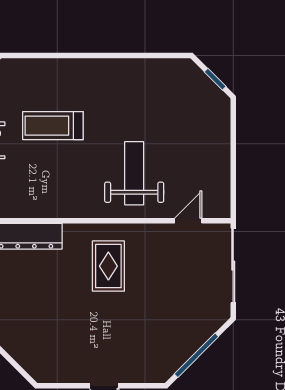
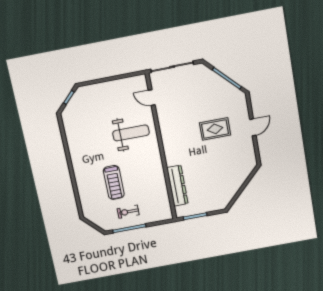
weight bench: (134, 173) -> (131, 133), turned 180
rug: (108, 266) -> (215, 129), moved

